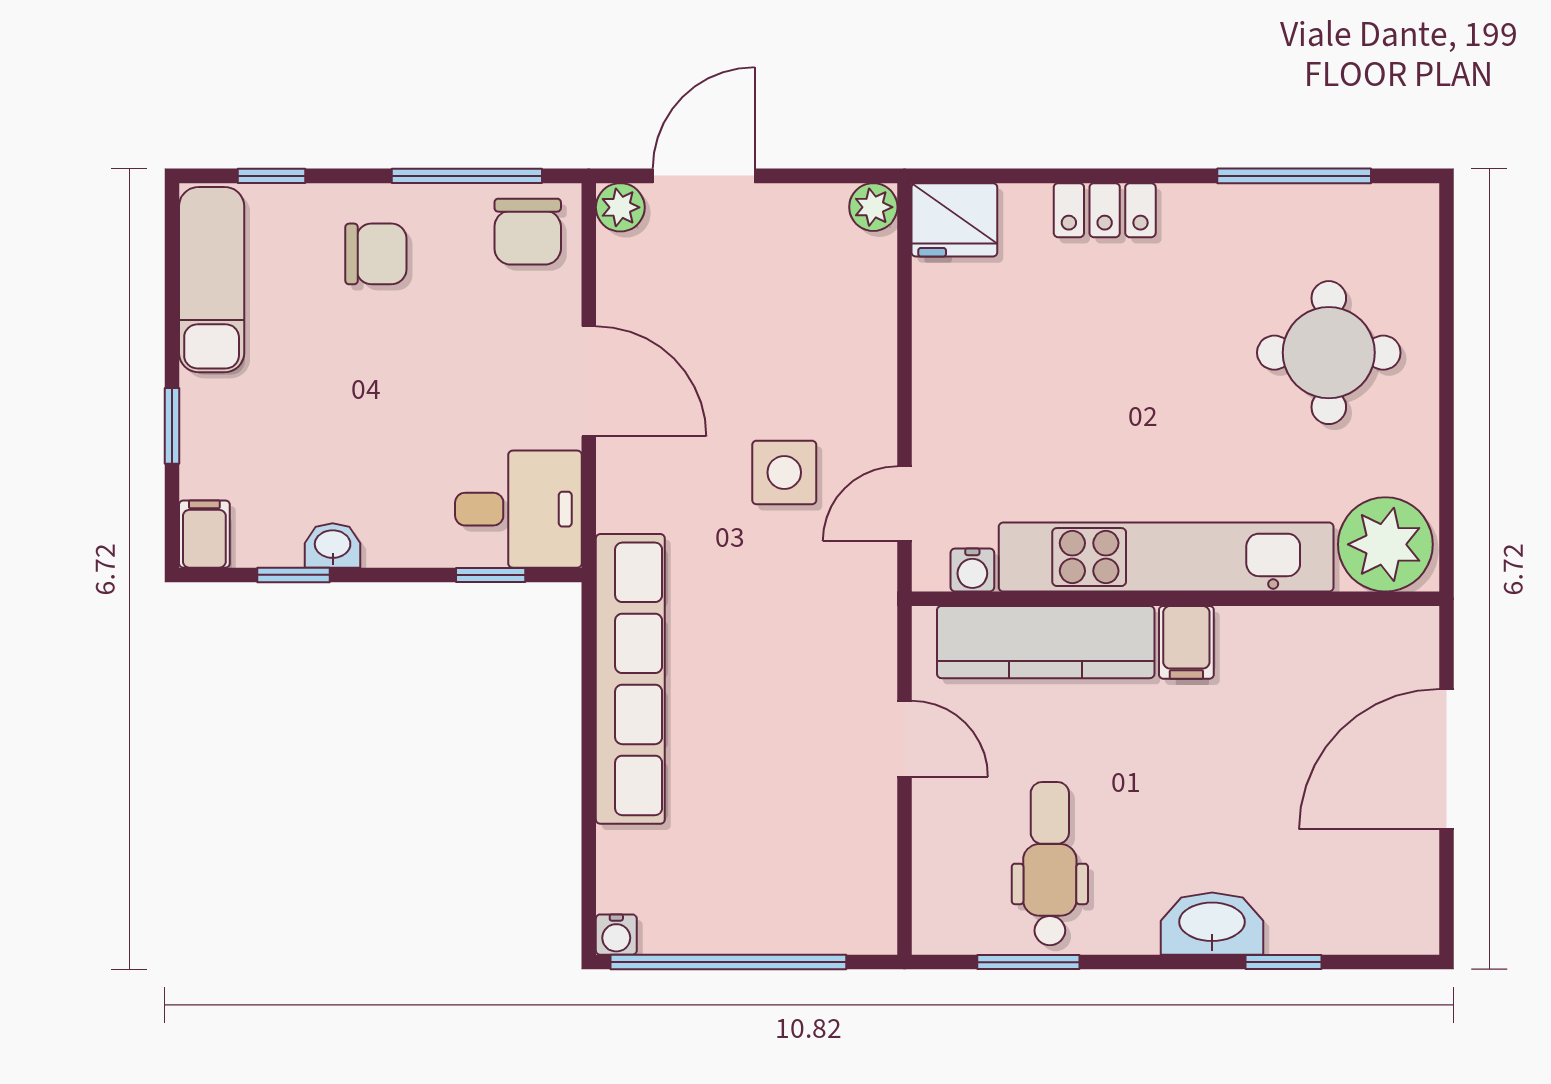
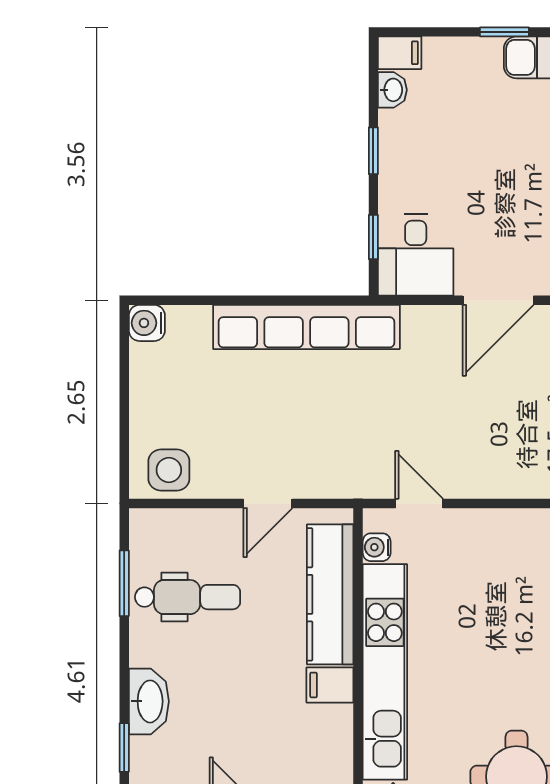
window: (172, 426) -> (504, 32), moved
side table: (784, 472) -> (169, 470), moved
washbasin: (333, 545) -> (392, 90), moved
window: (294, 575) -> (373, 151), moved
water cooler: (616, 935) -> (147, 323), width x1.38, depth x1.38
window: (728, 962) -> (124, 390), removed

